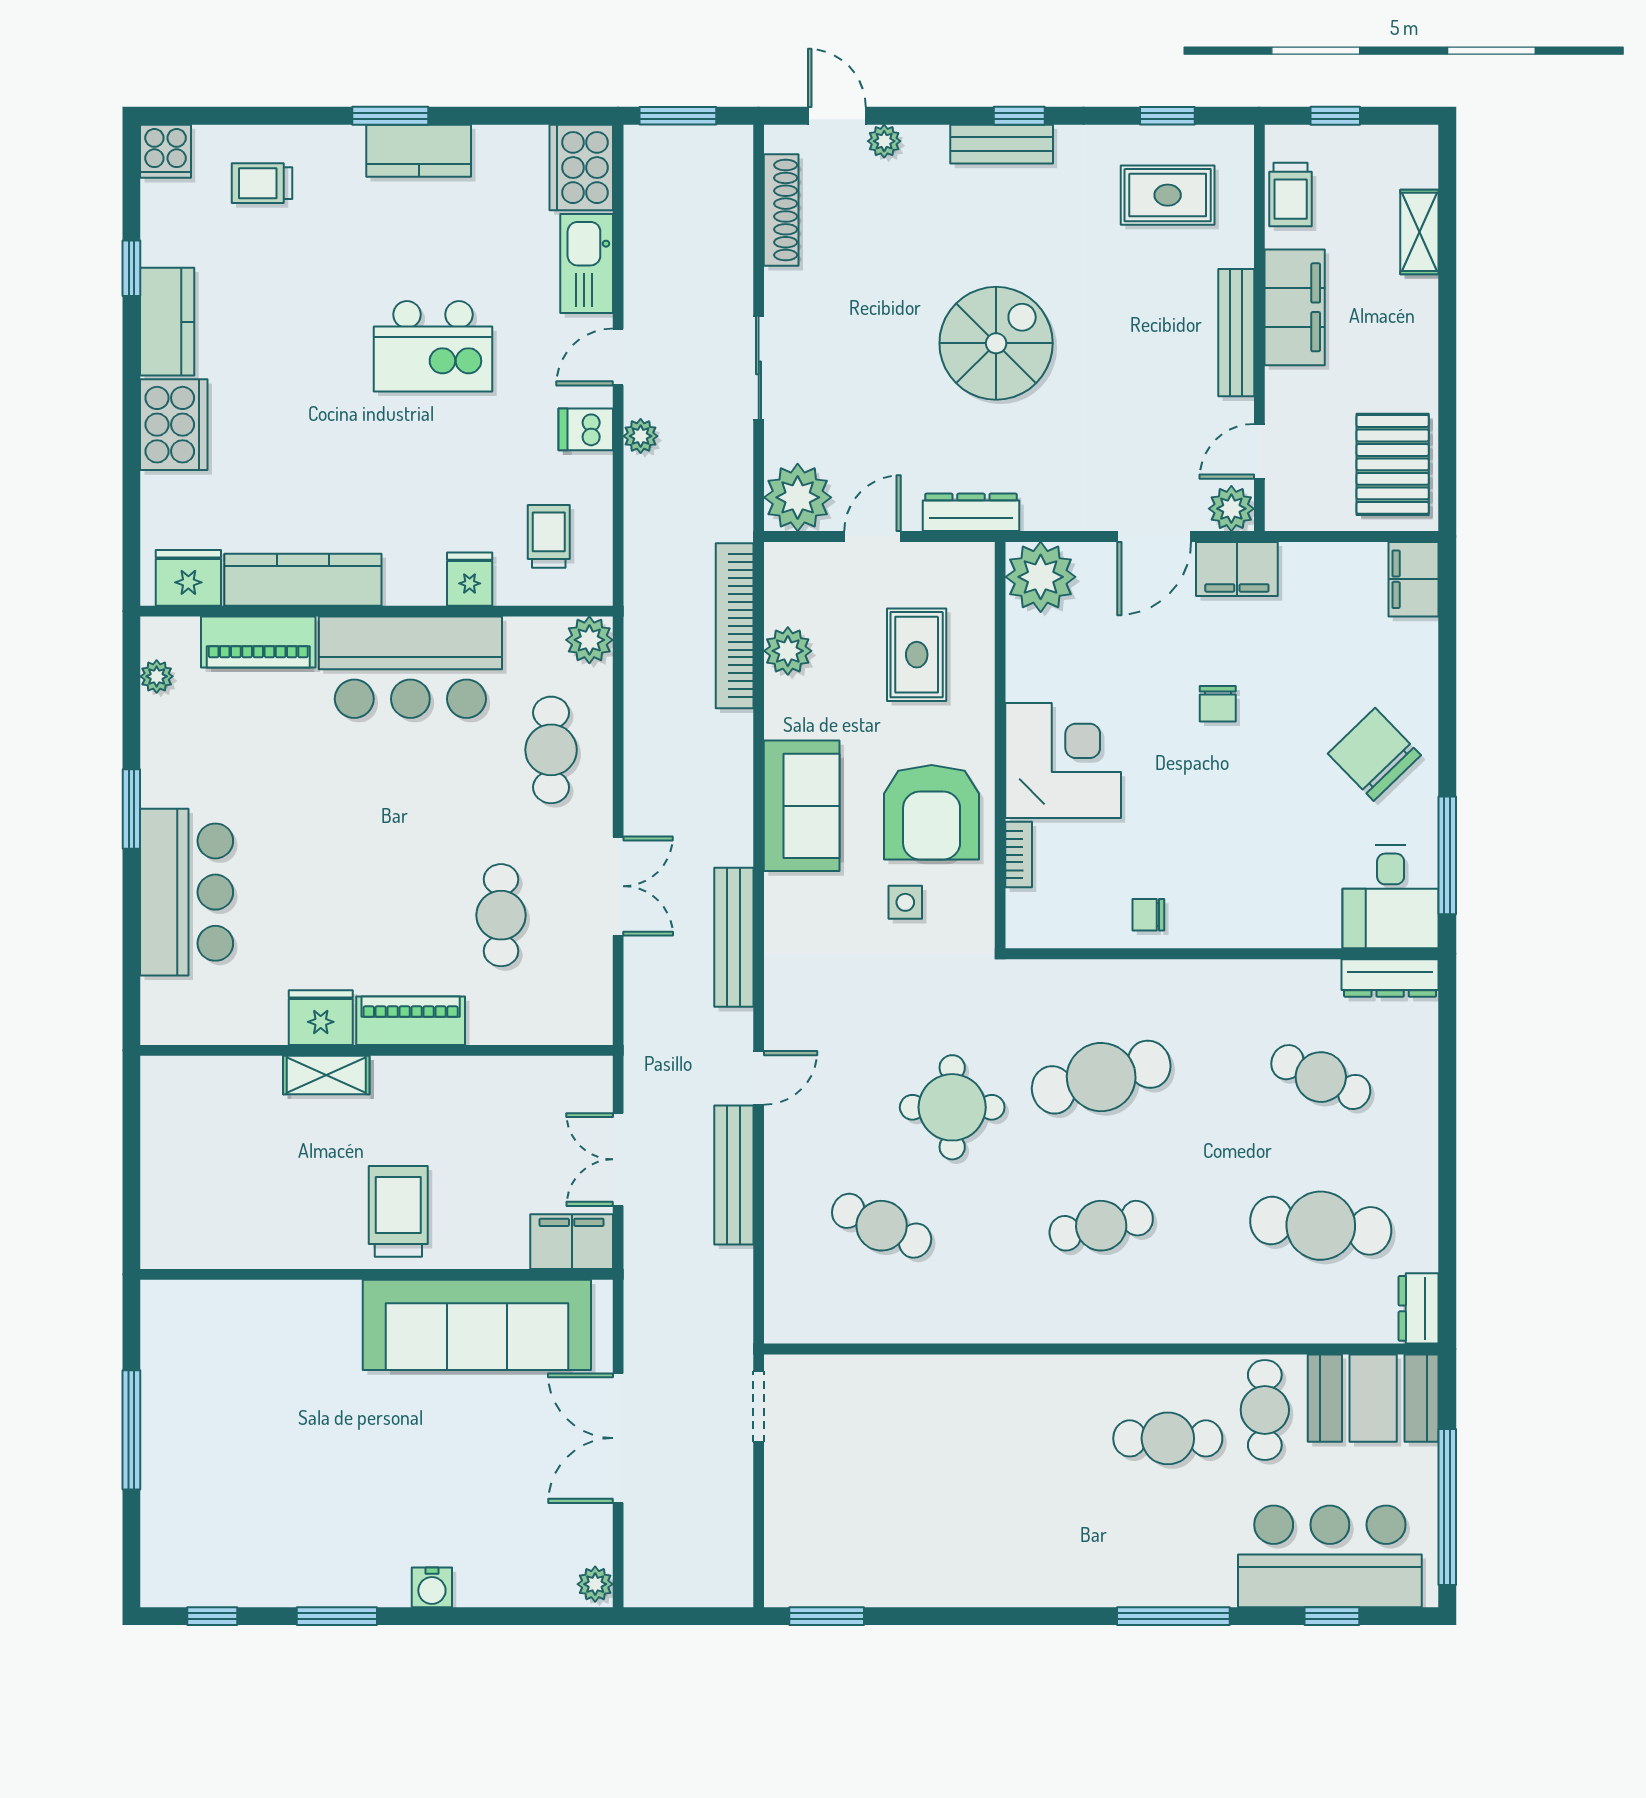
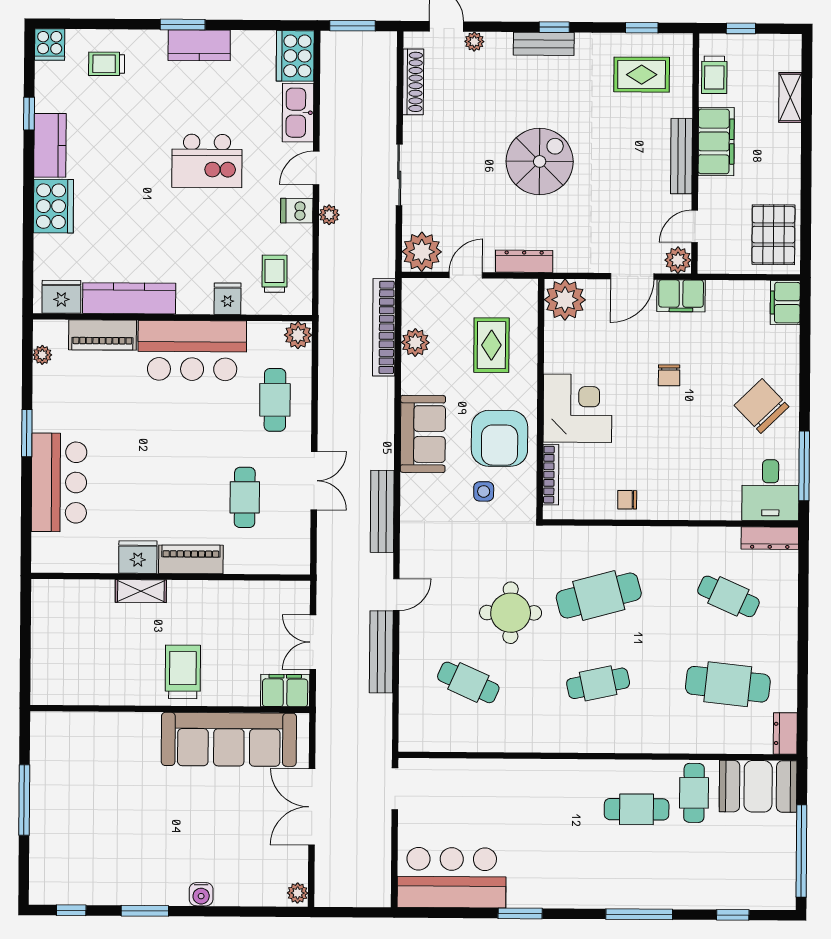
bookcase: (1019, 855) -> (551, 475), width x1.56
bar counter: (1330, 1556) -> (452, 878), moved
window: (827, 1616) -> (520, 913), moved

